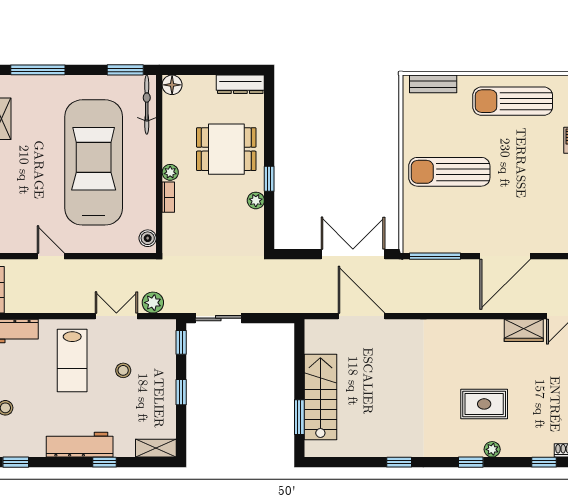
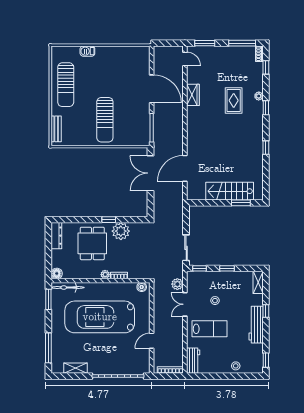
plant: (256, 200) -> (121, 231), width x1.88, depth x1.88
wardrobe: (524, 330) -> (193, 95), moved

